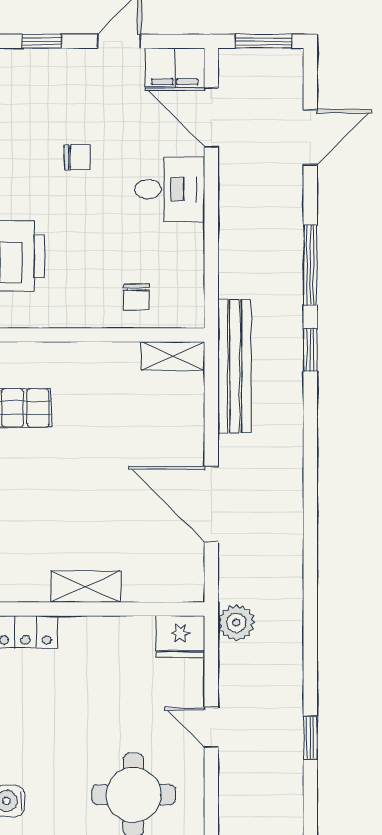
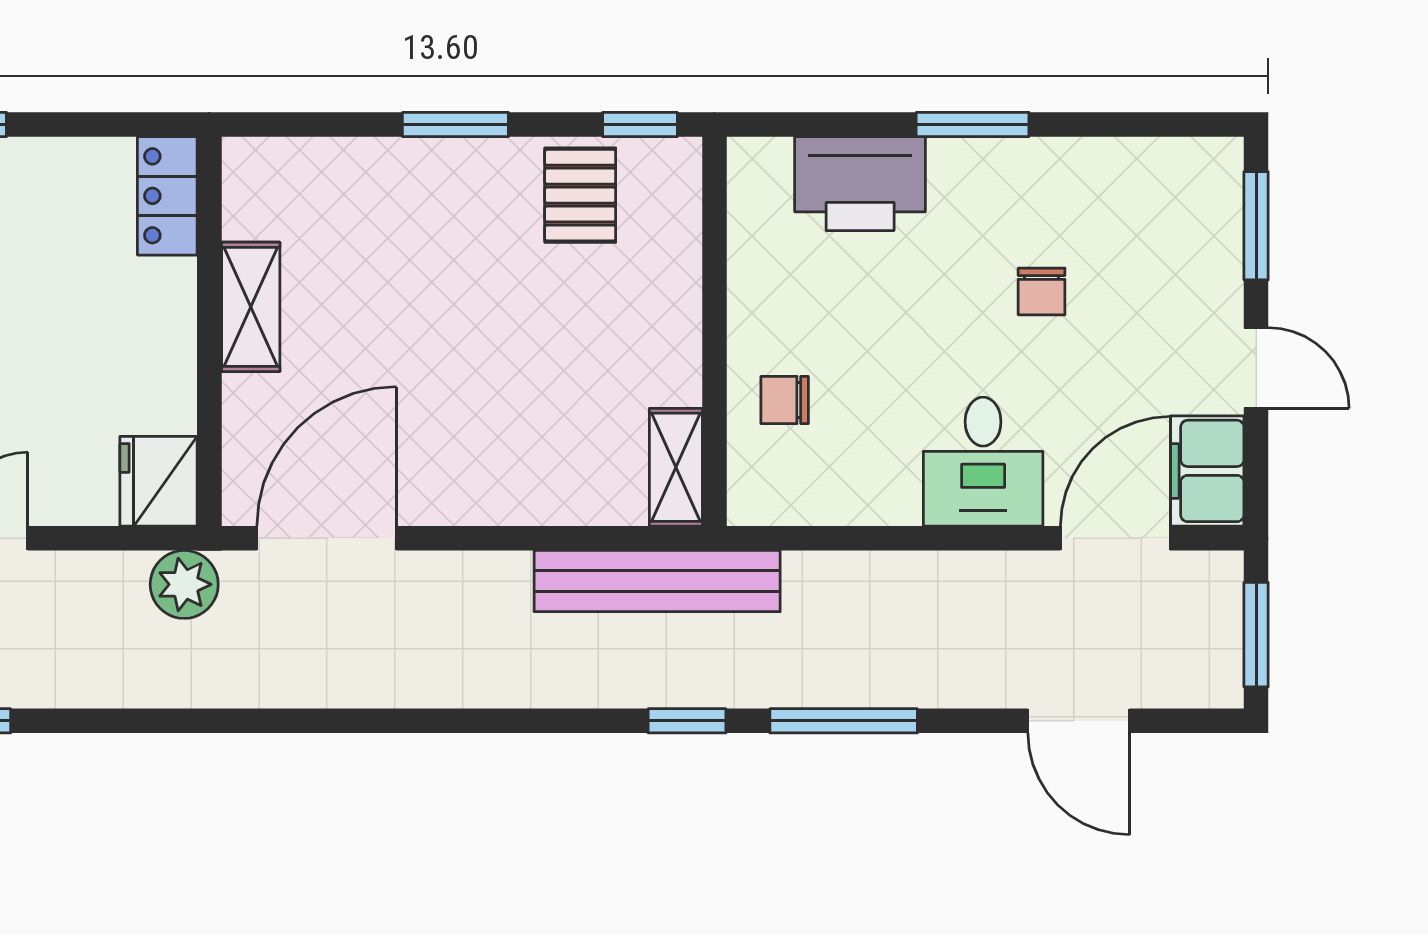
window: (42, 41) -> (1256, 226), width x1.50
door: (211, 504) -> (327, 538), moved

